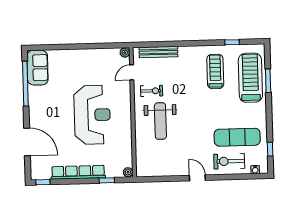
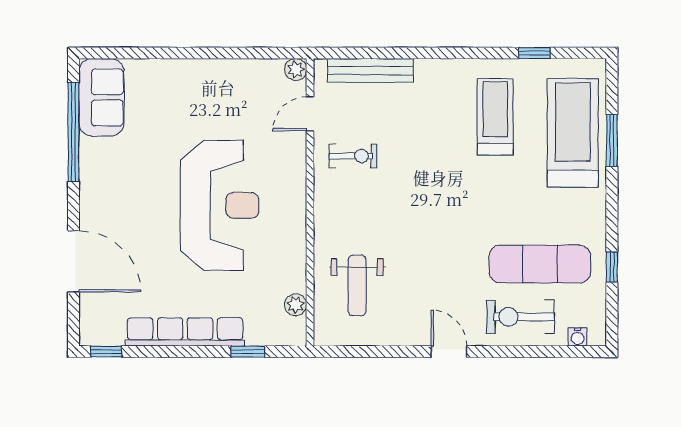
weight bench: (160, 121) -> (357, 285), moved, width x0.73, depth x0.75
window: (270, 149) -> (612, 267), moved
plant: (128, 172) -> (296, 305), moved

